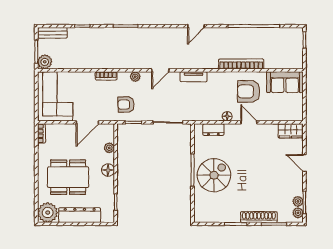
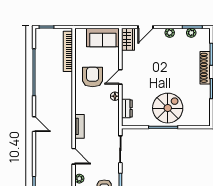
bookcase: (241, 64) -> (68, 51), moved
sofa: (285, 82) -> (103, 38), moved, turned 90
armchair: (249, 91) -> (93, 77), turned 180
door: (304, 163) -> (146, 27), moved
spiral stairs: (214, 175) -> (168, 108), turned 90
plant: (298, 213) -> (170, 33), moved

